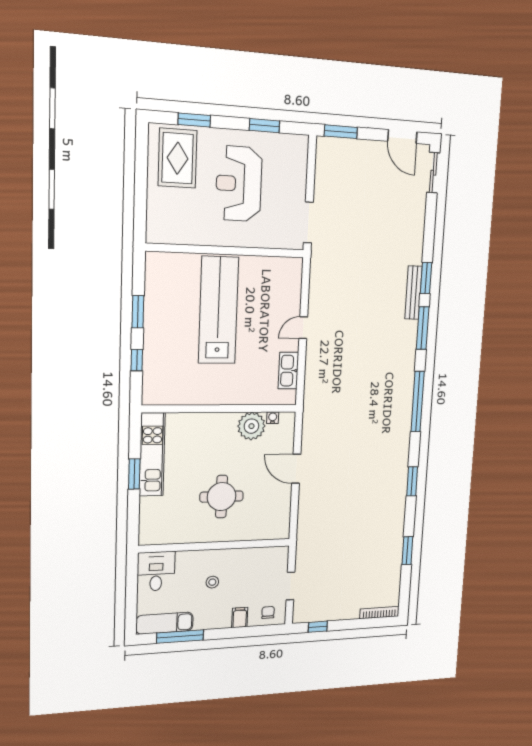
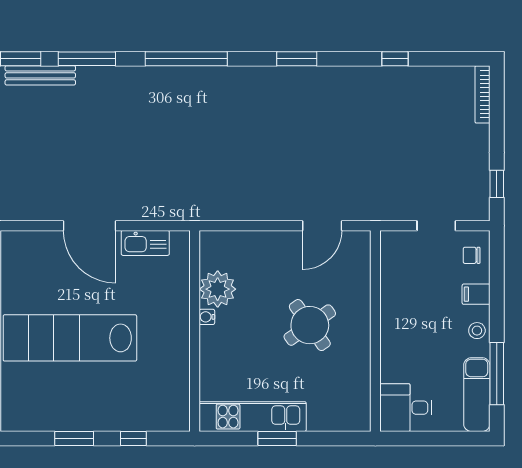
door: (303, 328) -> (90, 226), width x1.87
water cooler: (273, 418) -> (207, 317), moved
door: (296, 469) -> (322, 226), moved
round table: (222, 497) -> (310, 325), turned -35
window: (407, 551) -> (395, 59), width x0.67
stool: (212, 582) -> (477, 331), moved

